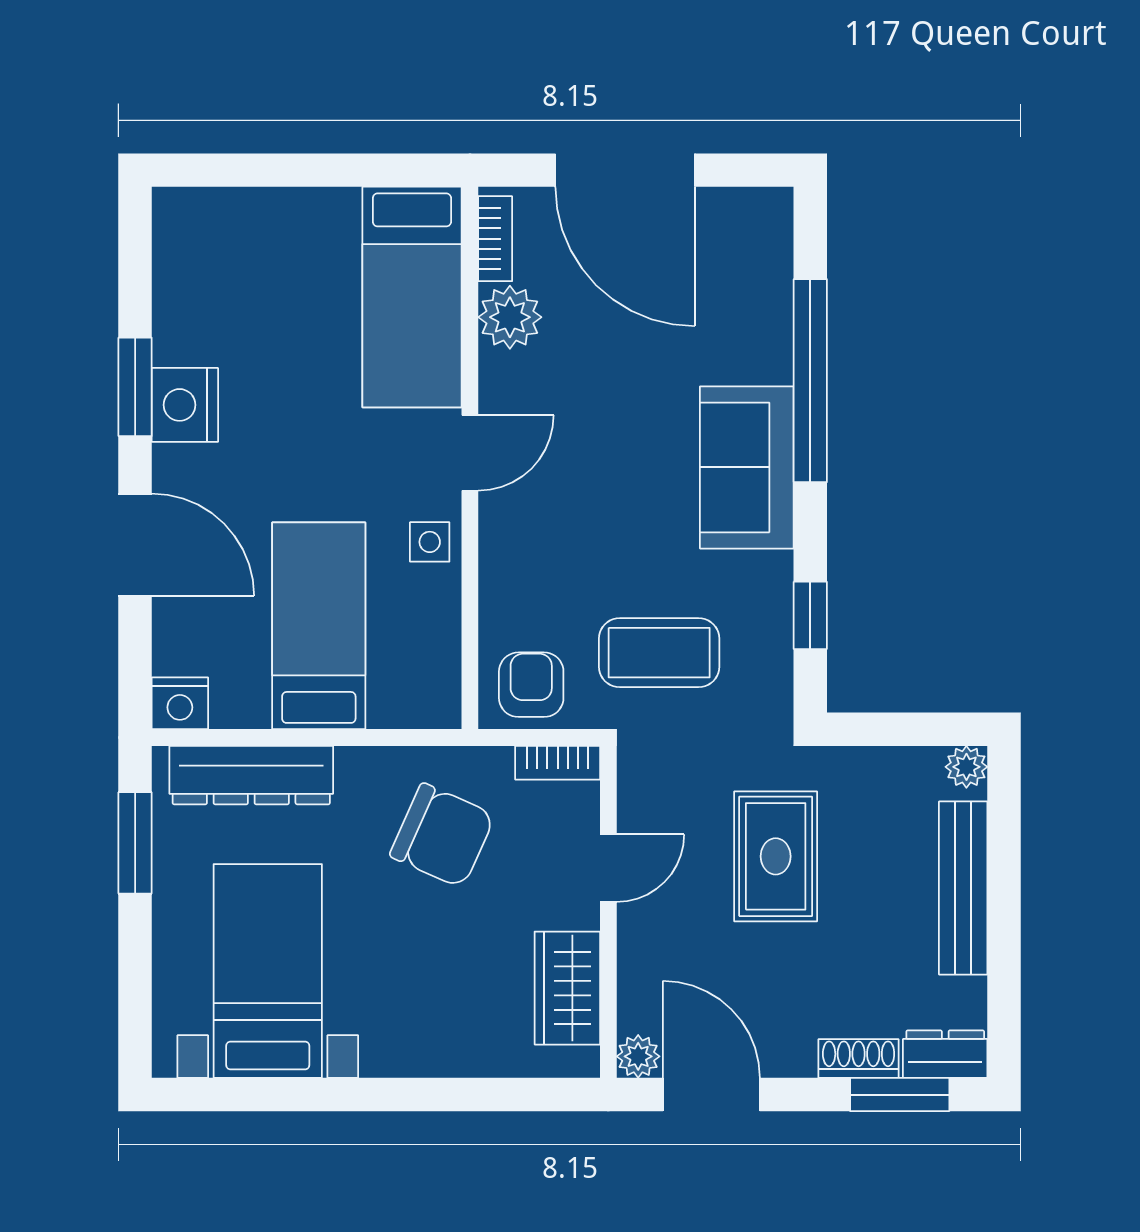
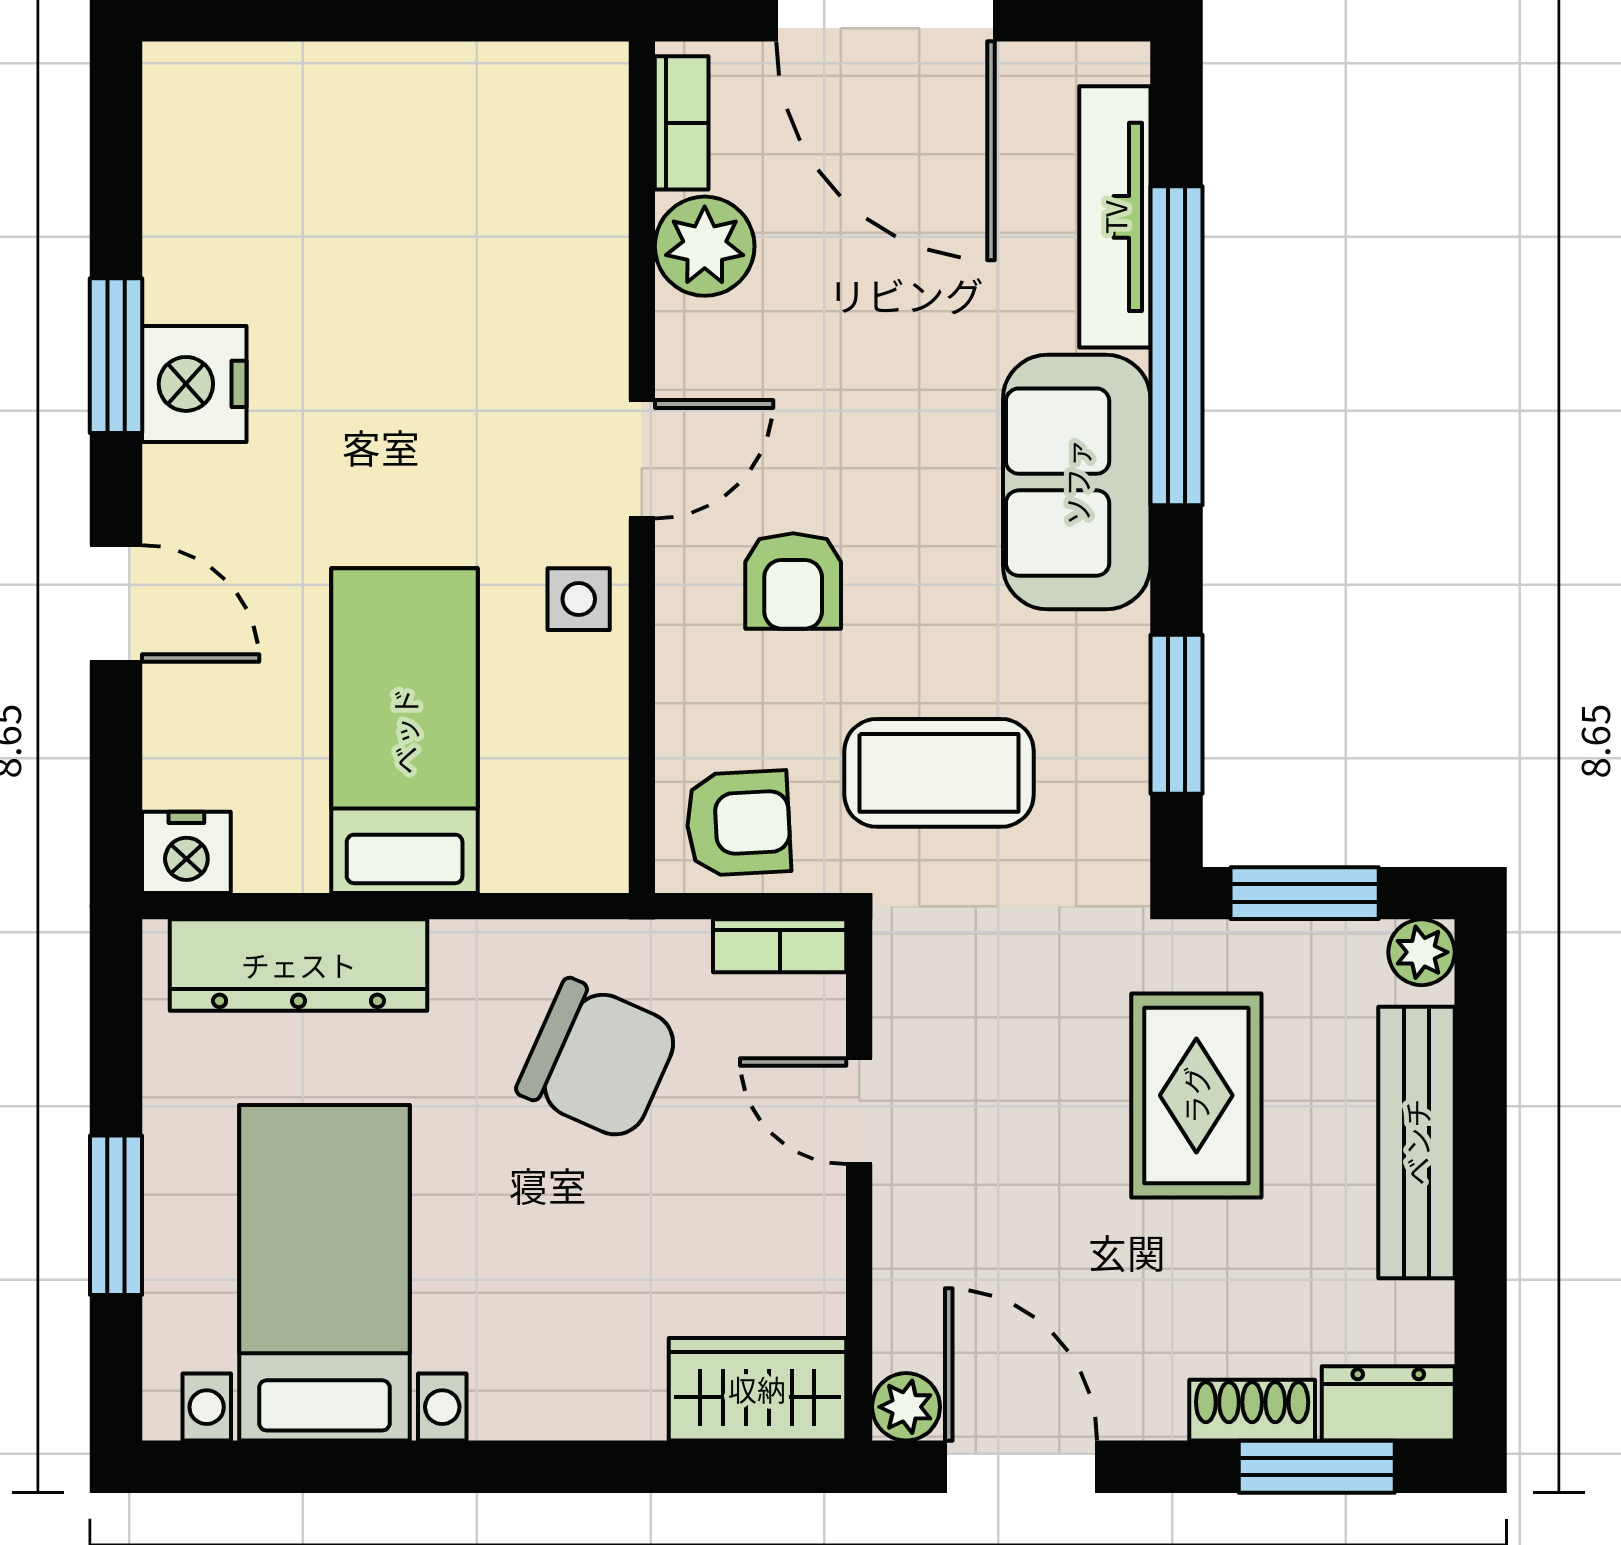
bed: (412, 297) -> (551, 215), removed
tv unit: (771, 299) -> (1115, 217), added
armchair: (566, 530) -> (793, 581), added
door: (135, 545) -> (116, 604), width x0.73
window: (810, 615) -> (1176, 714), width x1.50
armchair: (531, 685) -> (738, 823), turned 87
window: (892, 729) -> (1305, 893), added
window: (135, 843) -> (116, 1215), moved
rug: (776, 856) -> (1196, 1095), moved
door: (608, 868) -> (859, 1111), swing flipped
wardrobe: (567, 988) -> (757, 1389), moved, turned 90

